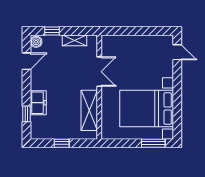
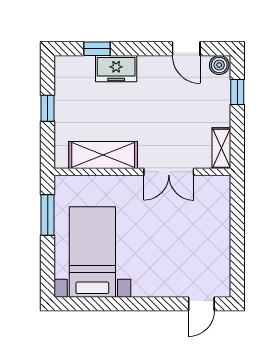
shelving: (75, 40) -> (221, 148), moved
bed with nightstands: (147, 109) -> (92, 252), width x0.73
window: (153, 143) -> (48, 215), moved

